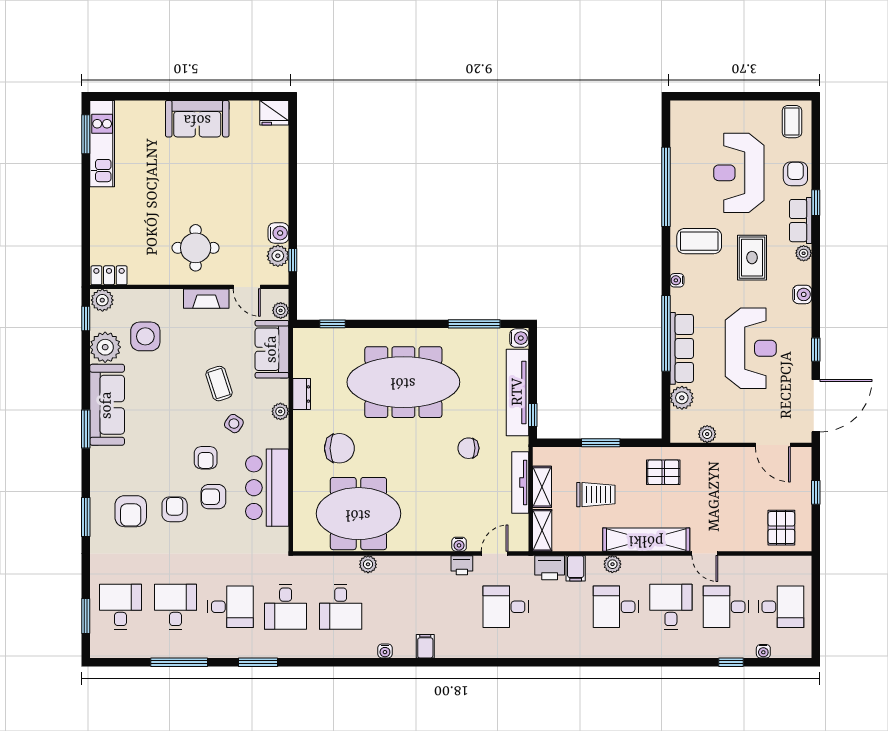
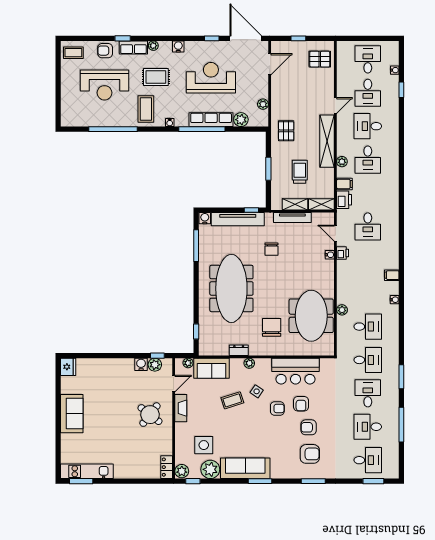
round table: (196, 248) -> (150, 415), turned 38
desk: (120, 607) -> (368, 460), turned 180

